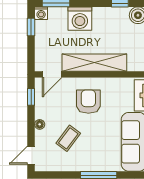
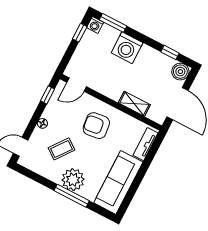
shelving: (94, 63) -> (134, 104), width x0.45, depth x0.75
armchair: (88, 102) -> (96, 126), turned -97
plant: (92, 160) -> (73, 180), added

